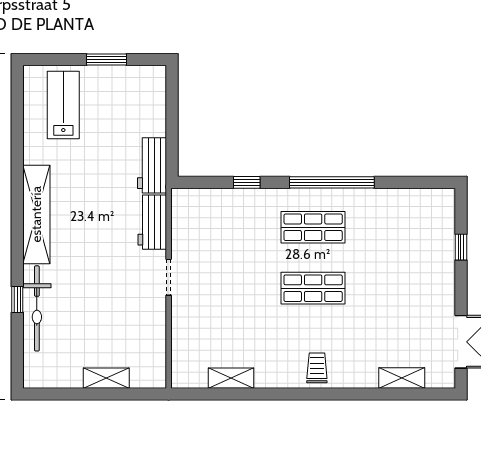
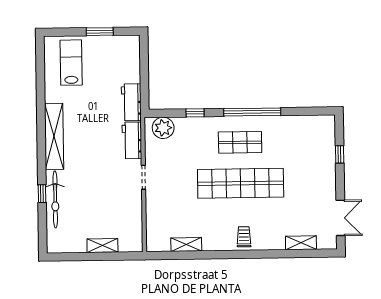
plant: (199, 204) -> (163, 128), added
shop shelf: (313, 288) -> (241, 183), width x2.00, depth x1.36

